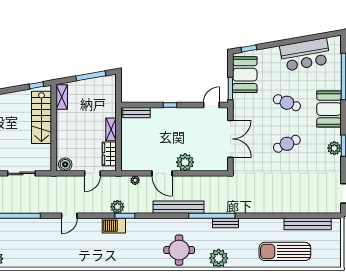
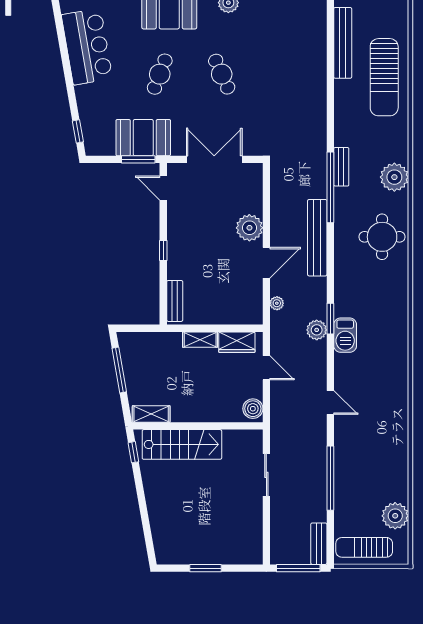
booth: (245, 75) -> (143, 138), moved

